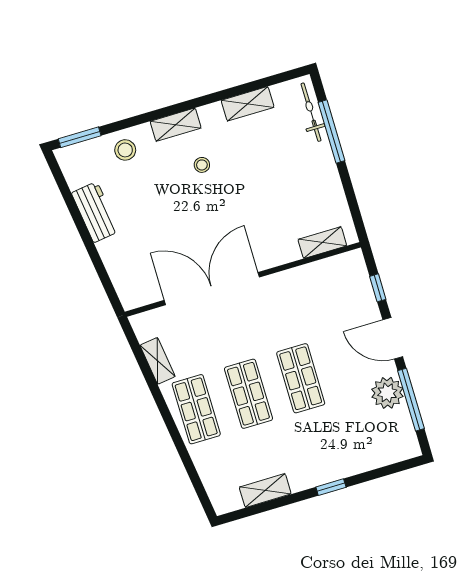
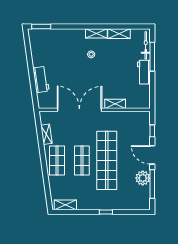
shelving: (176, 125) -> (96, 33), moved
stool: (125, 150) -> (60, 38), removed
workbench: (324, 169) -> (144, 72), added
workbench: (95, 212) -> (41, 80), moved
shelving: (322, 243) -> (115, 104), moved
shop shelf: (301, 378) -> (107, 160), width x2.00, depth x1.36
shelving: (265, 491) -> (65, 205), moved

